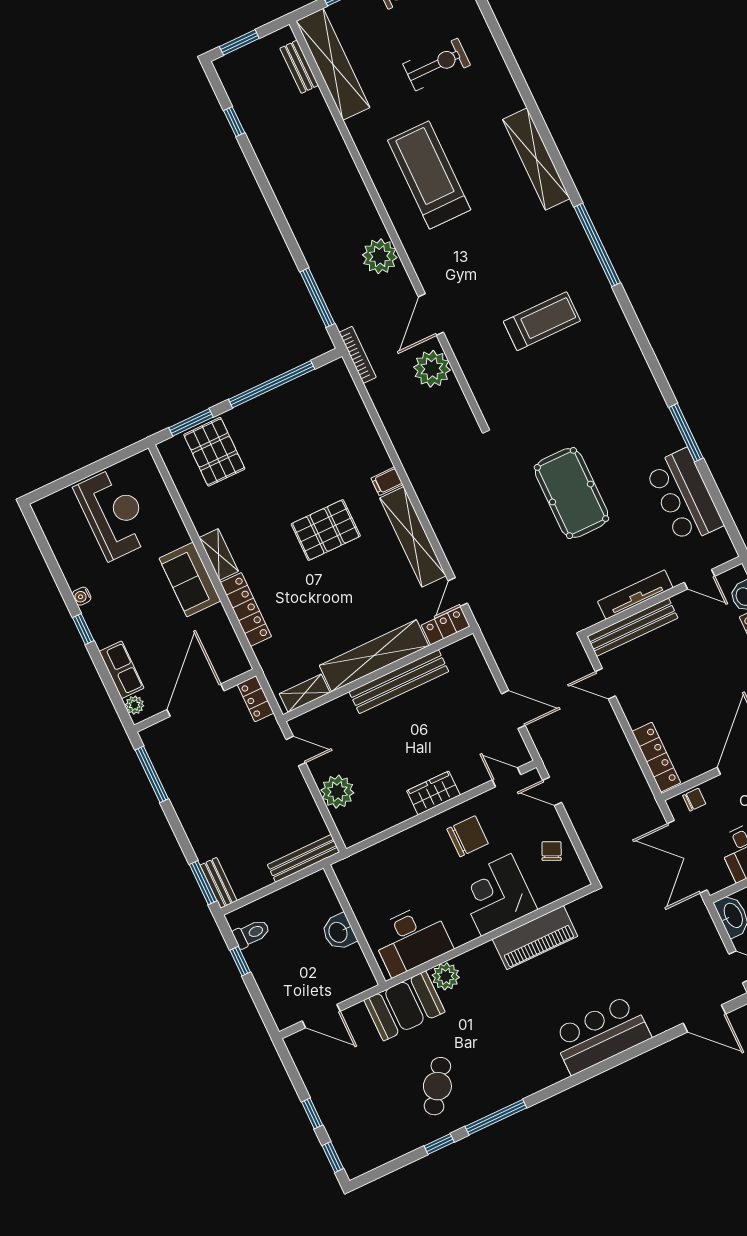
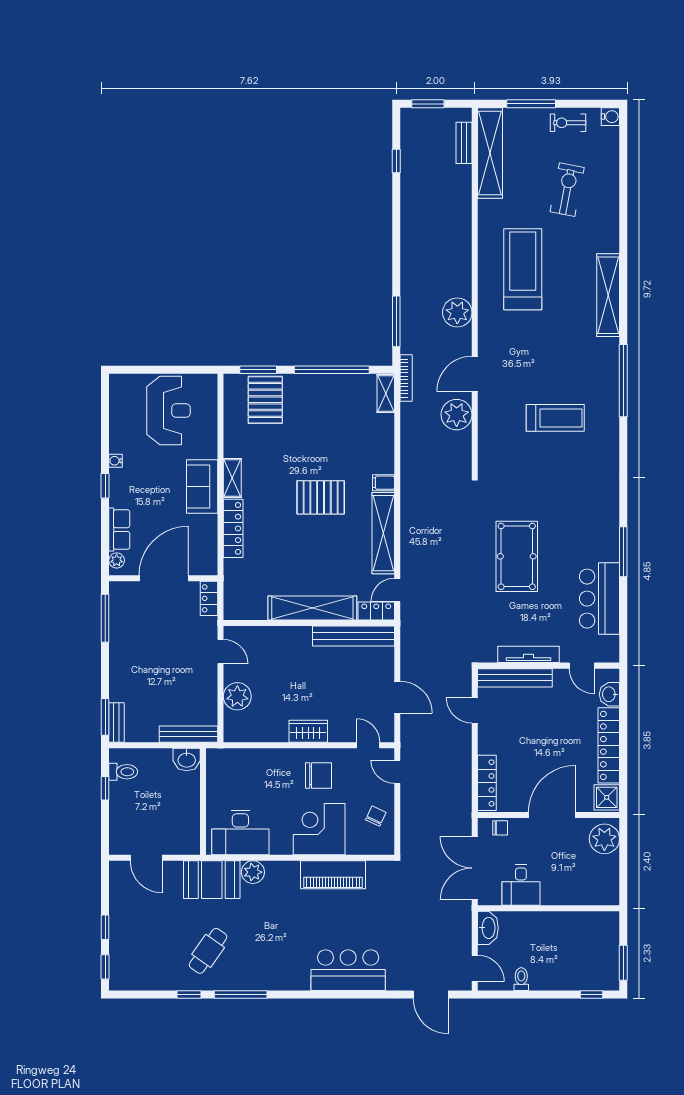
exercise bike: (437, 65) -> (567, 190), turned -79
bench: (399, 682) -> (353, 636), moved
shelving: (305, 693) -> (386, 393), moved, turned 90
washbasin: (339, 932) -> (187, 760), moved, turned -90

